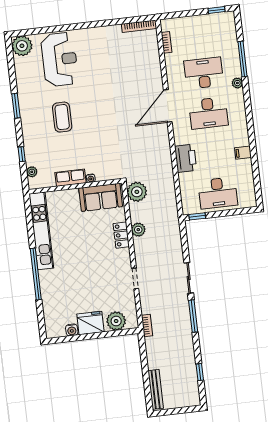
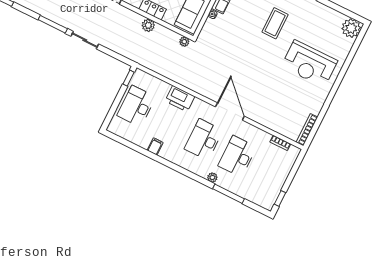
reception desk: (60, 59) -> (309, 64), moved
desk: (204, 73) -> (237, 156), turned 180
coffee table: (62, 117) -> (275, 23), turned 90
plant: (137, 192) -> (184, 42), width x0.53, depth x0.53

